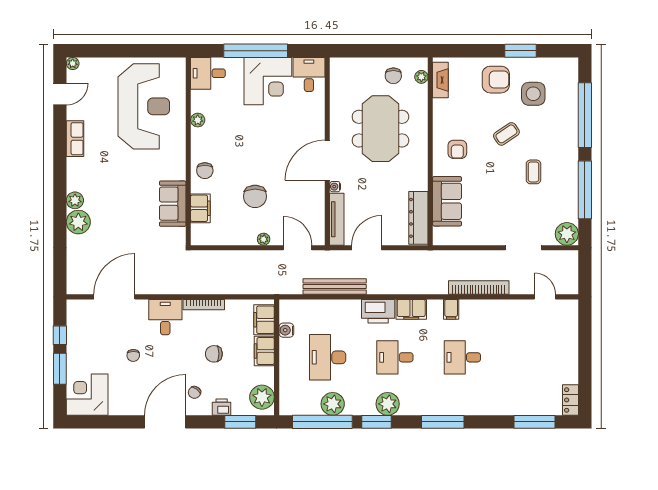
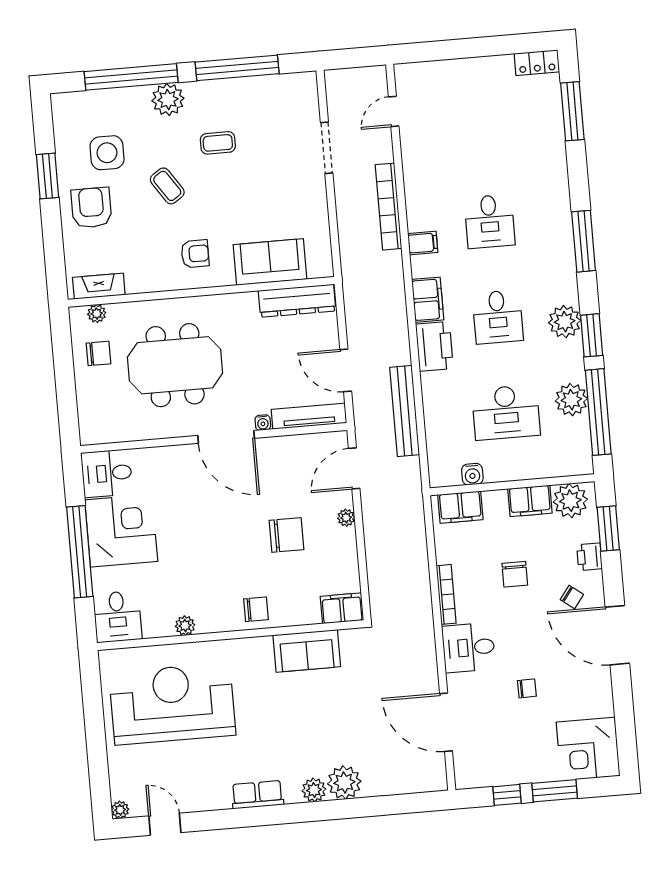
row of seats: (75, 139) -> (257, 795), moved
filing cabinet: (200, 208) -> (342, 608), moved
plant: (567, 234) -> (168, 100), moved
filing cabinet: (264, 351) -> (530, 501), moved

